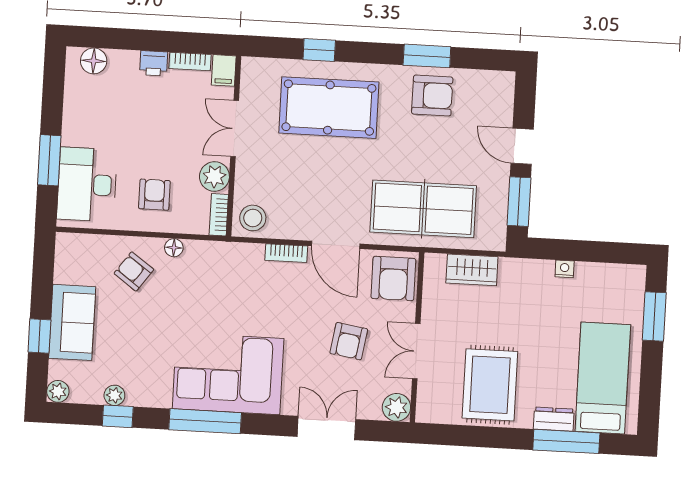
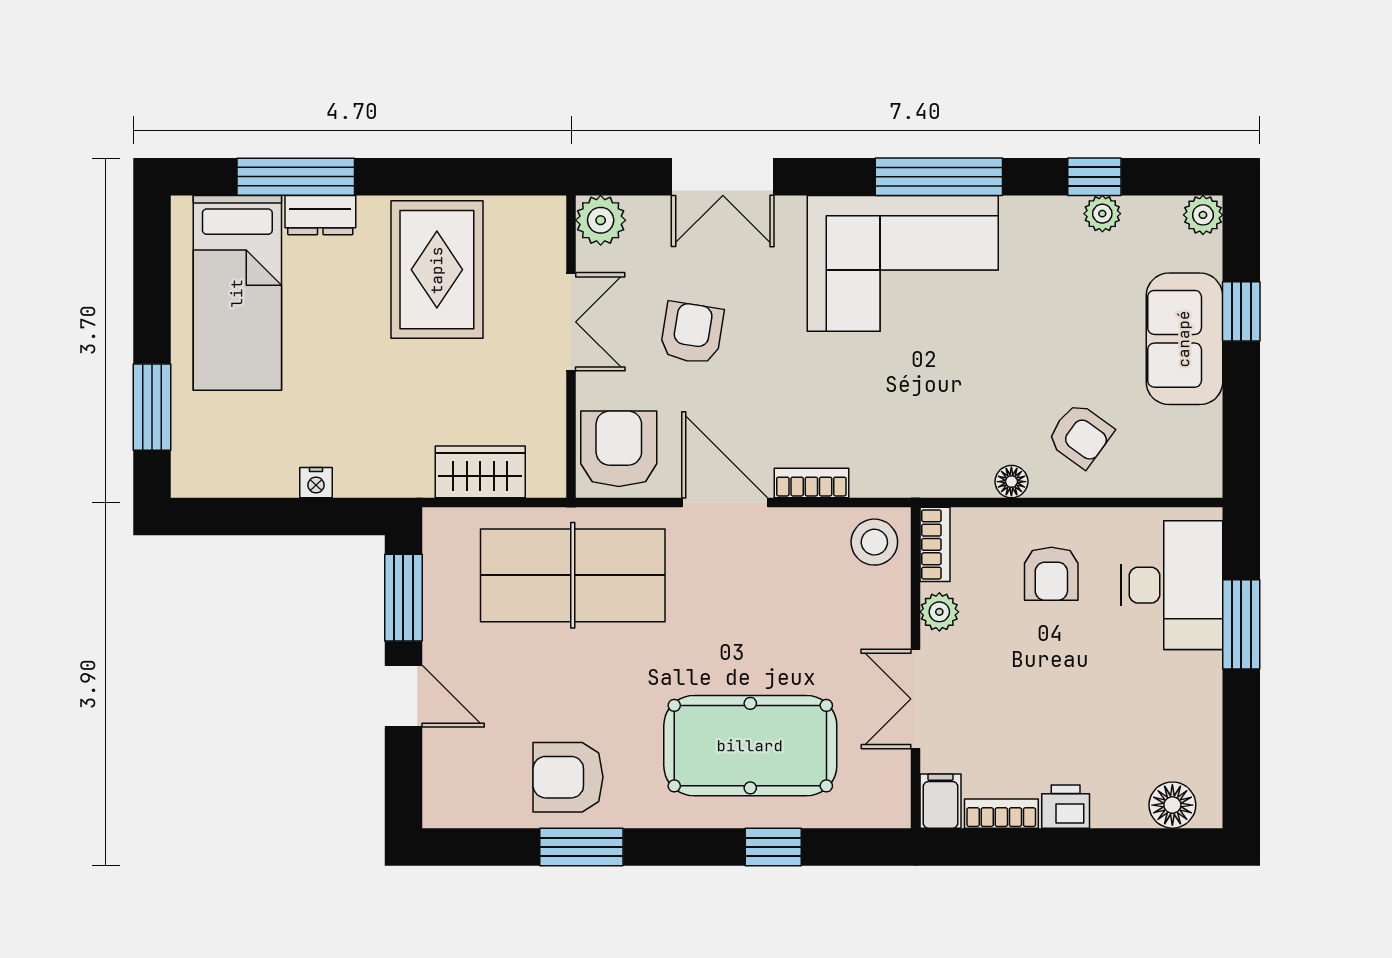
double door: (235, 129) -> (915, 699), swing flipped
plant: (214, 177) -> (939, 612), width x0.73, depth x0.73

